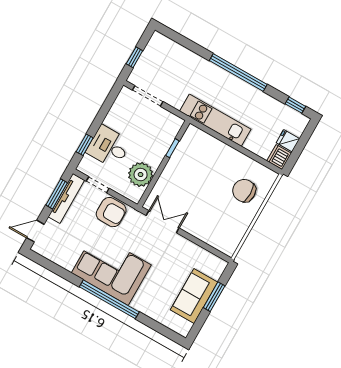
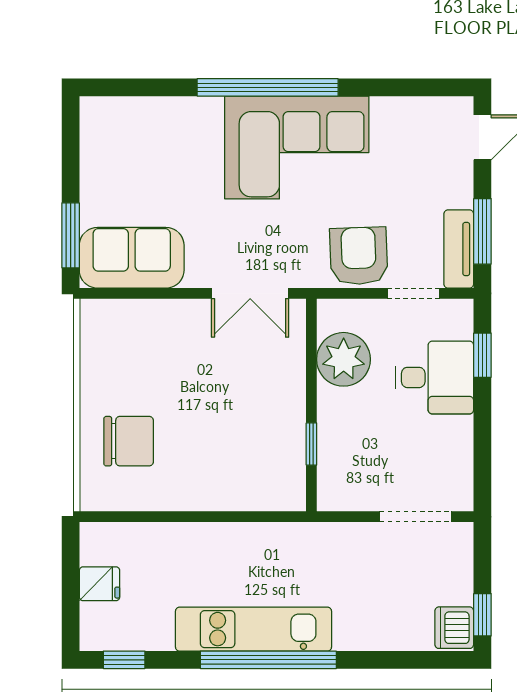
window: (134, 57) -> (482, 615), moved
kitchen unit: (215, 120) -> (254, 629), moved, turned 180
dishwasher: (279, 157) -> (454, 628), moved, turned 180
tv unit: (66, 198) -> (459, 249), width x0.71
armchair: (111, 212) -> (359, 256), turned 88
sofa: (194, 296) -> (132, 258), moved, turned -90
window: (214, 297) -> (71, 235), moved

